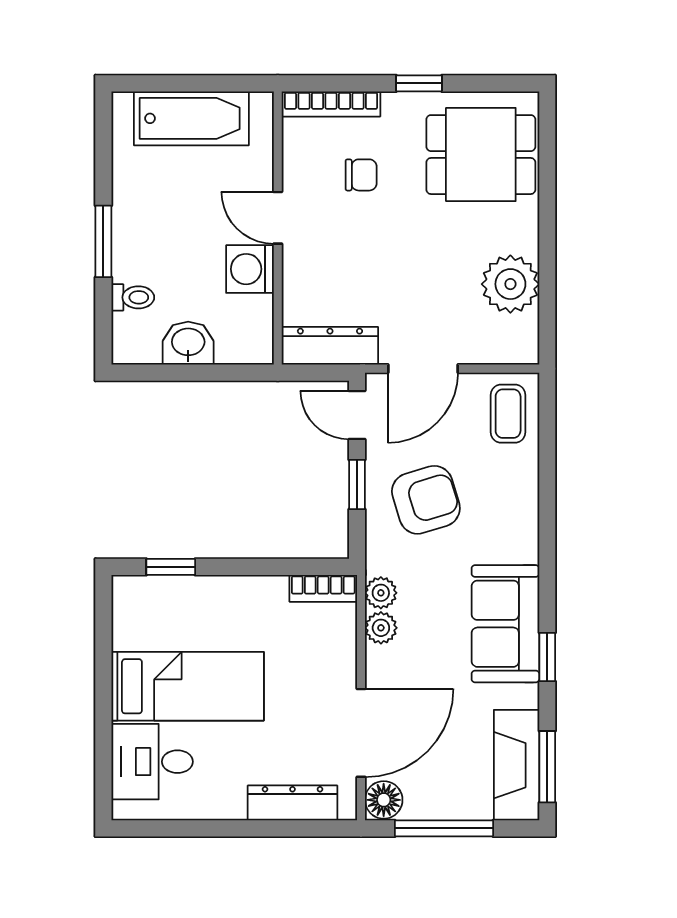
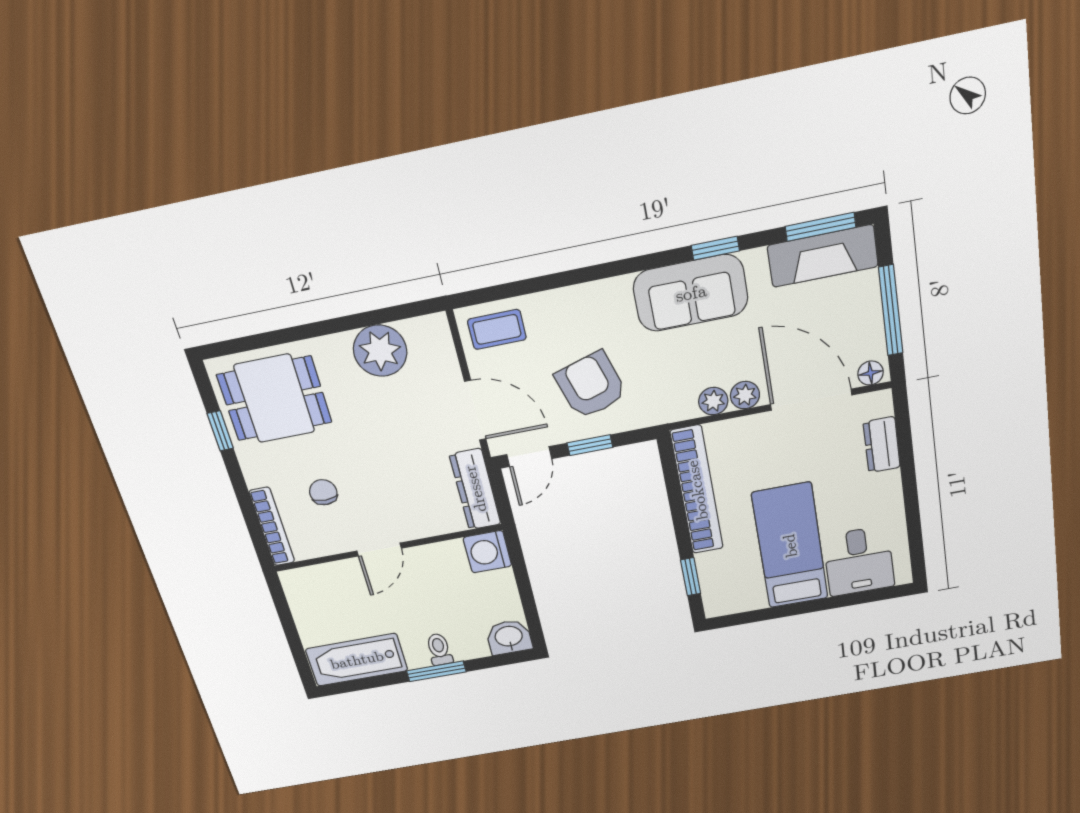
window: (419, 83) -> (220, 431), moved
bathtub: (191, 118) -> (357, 660), moved, turned -90
dining table: (481, 155) -> (274, 399), turned 90
washing machine: (250, 269) -> (487, 552), moved, turned 90
toilet: (133, 297) -> (439, 649), moved
washbasin: (188, 343) -> (509, 637), moved, turned 90
bookcase: (323, 588) -> (697, 490), width x2.31, depth x1.31
plant: (381, 593) -> (745, 395), moved
floor lamp: (384, 800) -> (871, 373), width x0.73, depth x0.73
dresser: (292, 803) -> (882, 445), width x0.70

